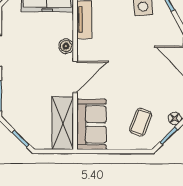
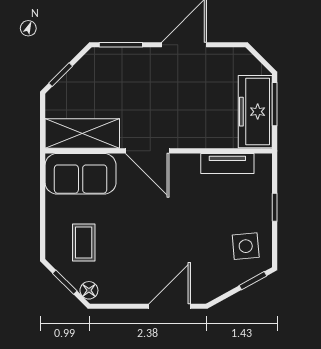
boiler: (66, 46) -> (190, 138), removed
coffee table: (141, 122) -> (84, 243), turned 69

